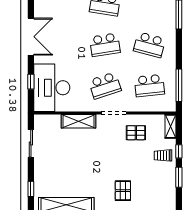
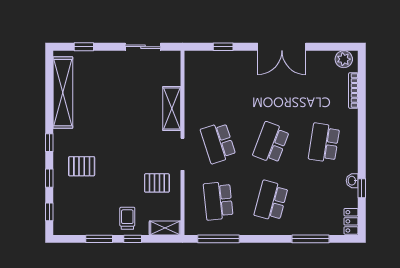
school desk: (105, 45) -> (271, 143), turned 30
desk: (52, 88) -> (215, 74), removed
pallet: (136, 133) -> (157, 183), turned 90

